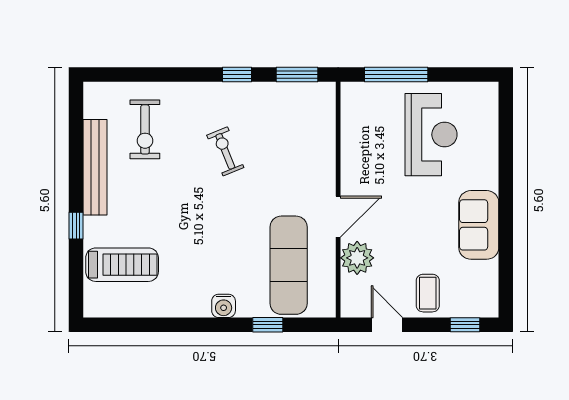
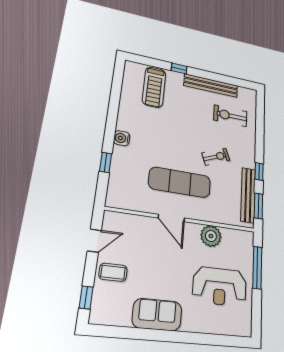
bench: (281, 93) -> (248, 195), added
plant: (357, 258) -> (211, 236), moved
exercise mat: (289, 265) -> (180, 182), moved

